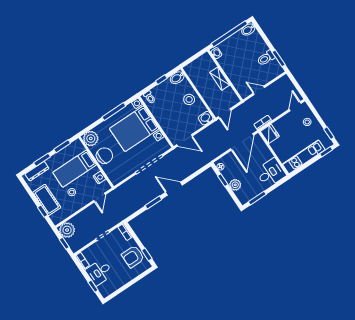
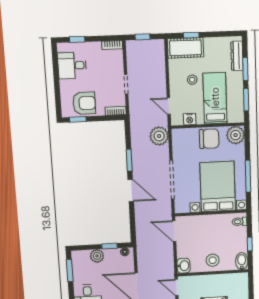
door: (185, 140) -> (174, 231), hinge flipped
chair: (105, 156) -> (209, 139), turned -86
door: (174, 189) -> (131, 190), hinge flipped
cot: (47, 200) -> (186, 48), moved
plant: (67, 230) -> (159, 136), moved
armchair: (133, 257) -> (84, 103), turned 90
desk: (99, 272) -> (72, 65), moved, turned -90

